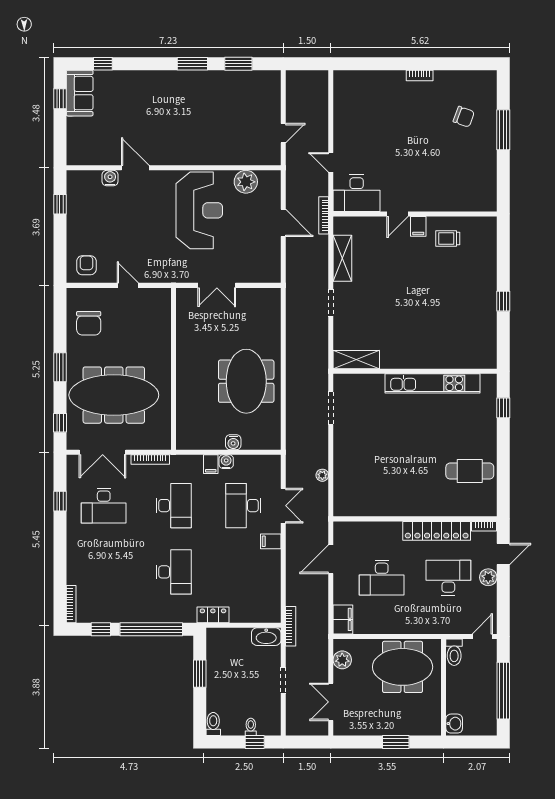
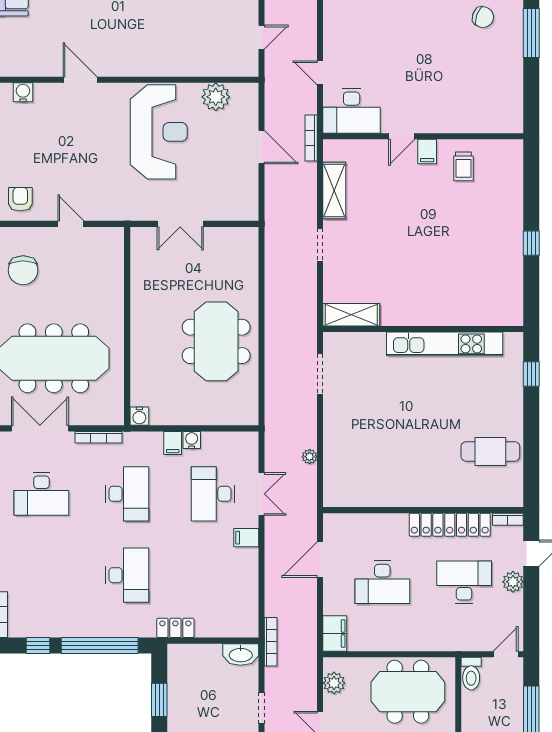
water cooler: (110, 178) -> (23, 92), moved
trolley: (448, 239) -> (463, 166), turned -90
water cooler: (233, 442) -> (139, 416), moved
double door: (103, 452) -> (40, 428), swing flipped

